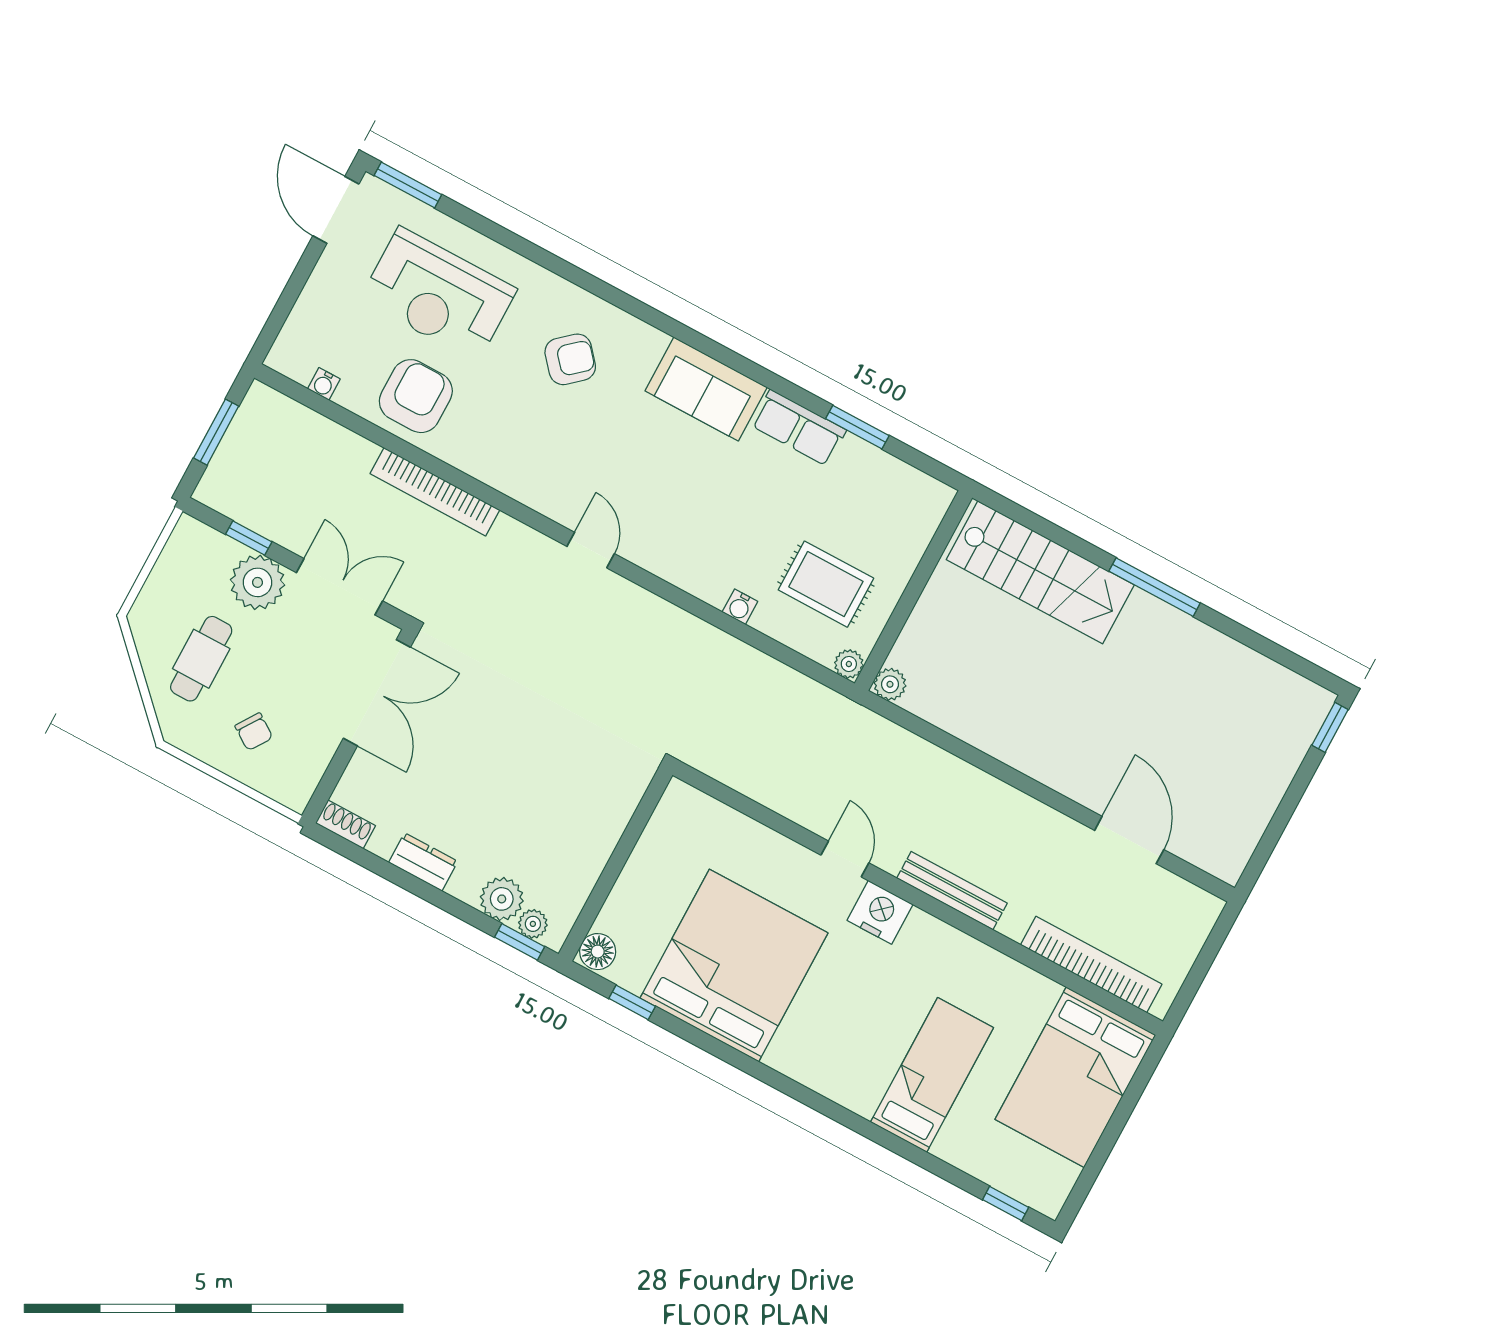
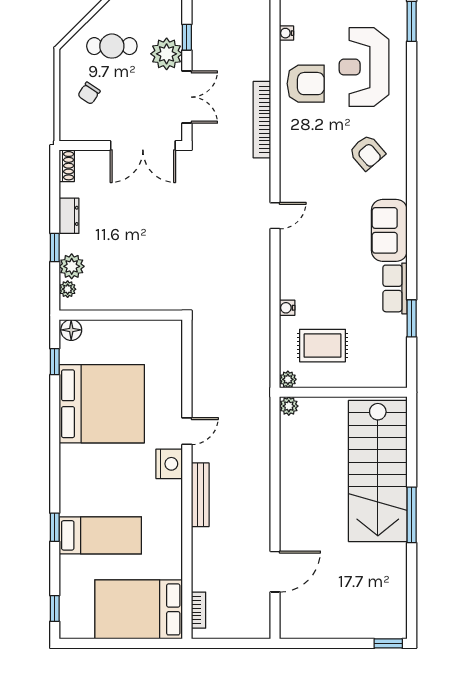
stairs: (1040, 572) -> (378, 471), width x1.36, depth x1.51
rug: (826, 584) -> (322, 346), turned 90
window: (520, 942) -> (55, 248), moved
bookcase: (1091, 965) -> (198, 610), width x0.43, depth x0.76
window: (883, 1137) -> (55, 527), added

